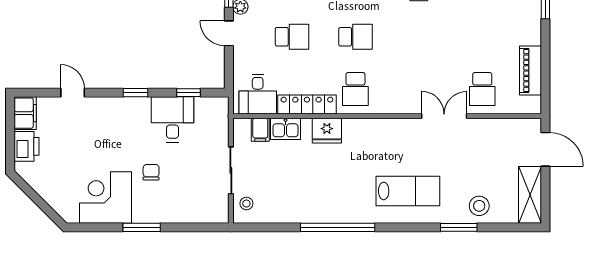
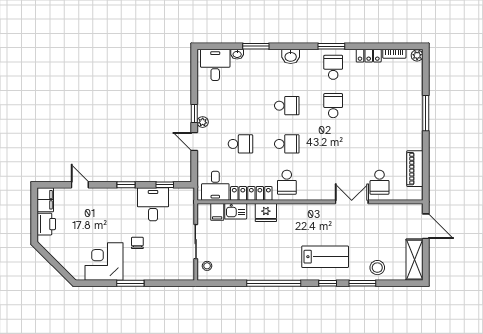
window: (411, 227) -> (328, 283), added

